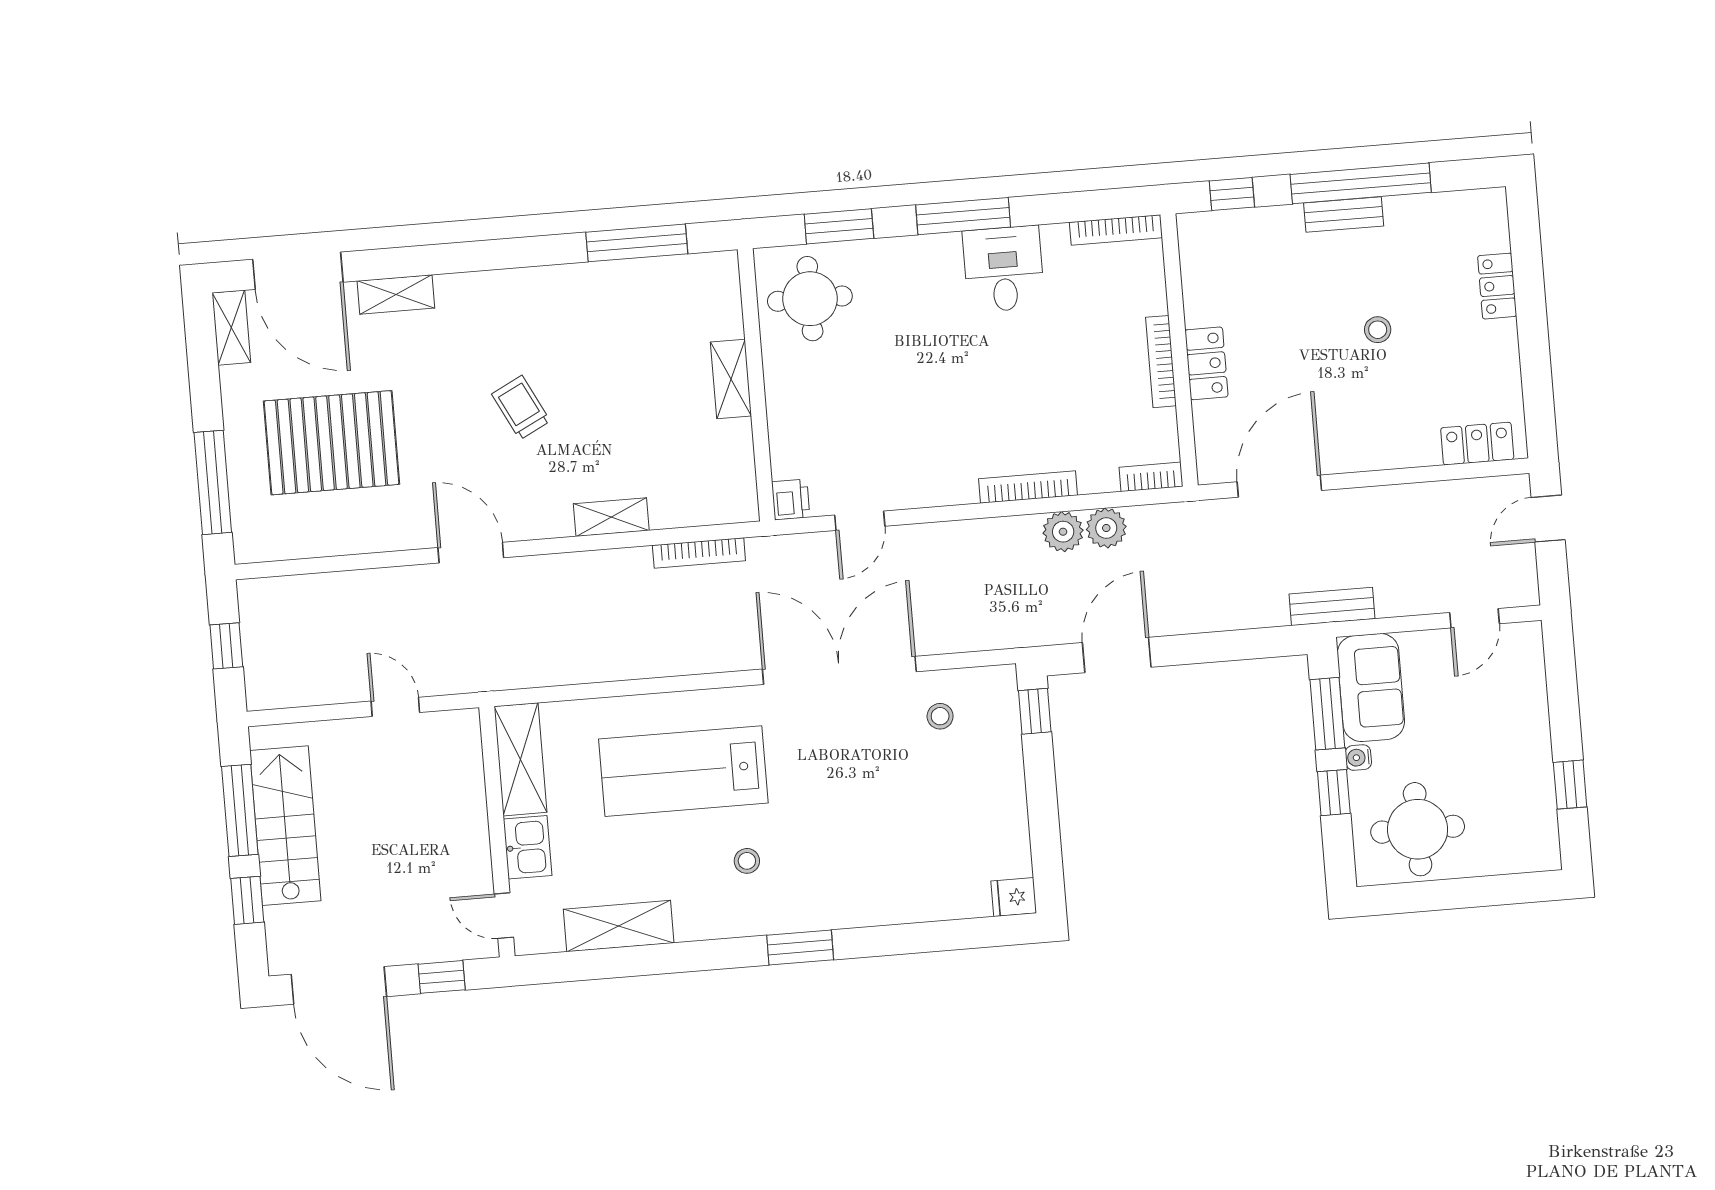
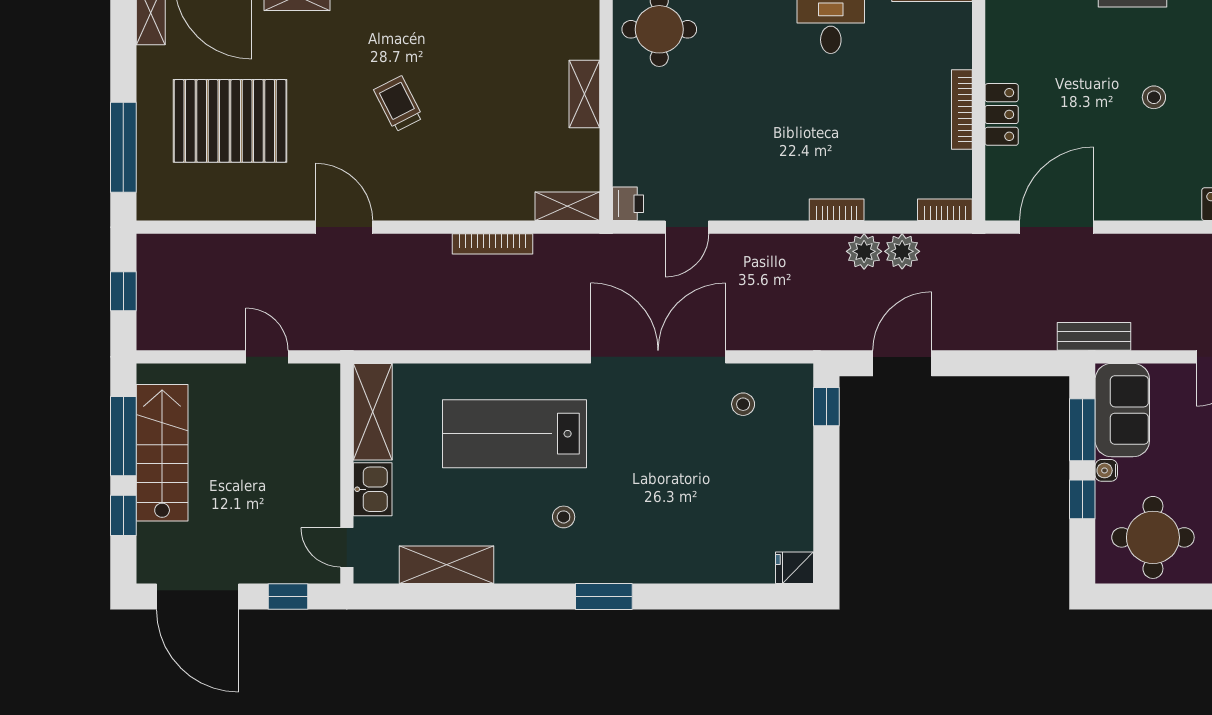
bookcase: (1028, 487) -> (837, 210), width x0.64
shelving: (611, 517) -> (567, 206), moved
bookcase: (699, 553) -> (492, 244), moved

